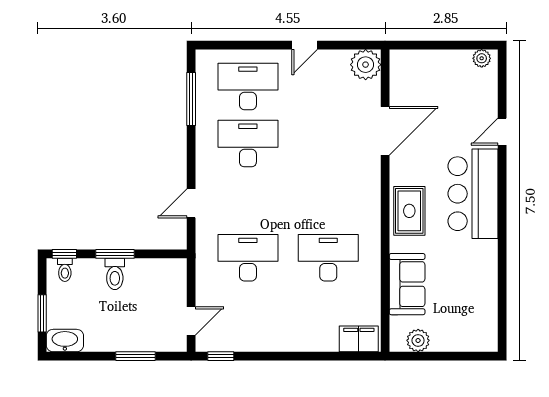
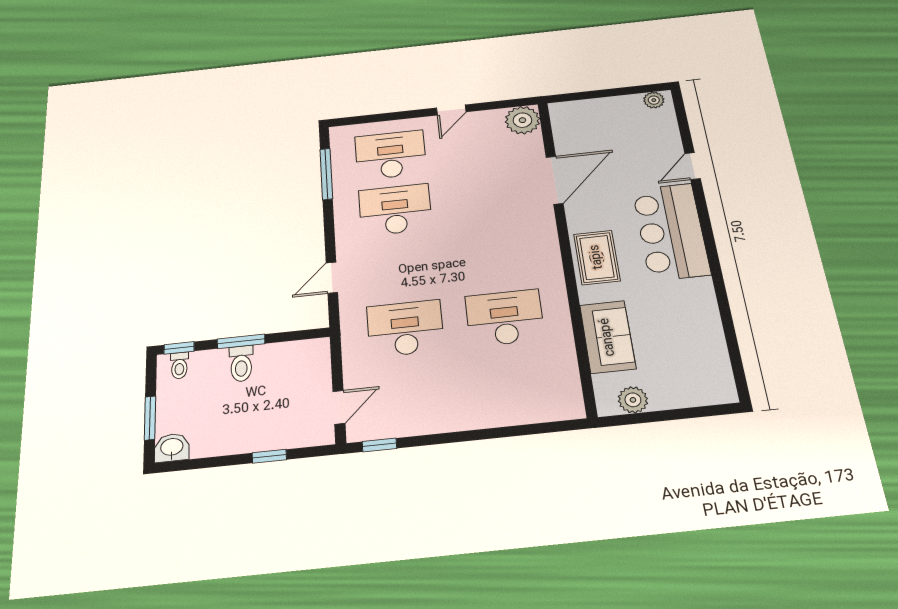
filing cabinet: (359, 339) -> (556, 406), removed
washbasin: (65, 341) -> (172, 448), width x0.72
window: (136, 356) -> (269, 456), width x0.67

